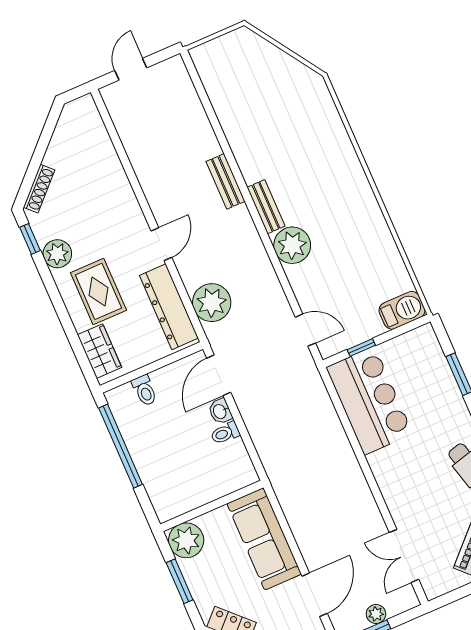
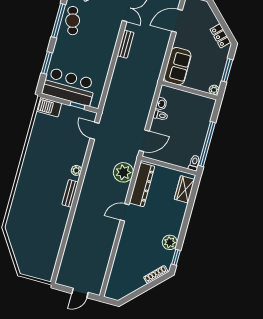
bench: (225, 181) -> (126, 44), moved
plant: (292, 245) -> (76, 170), width x0.53, depth x0.53
rug: (98, 291) -> (165, 214), removed
toilet: (145, 390) -> (194, 163), moved
bar counter: (369, 401) -> (69, 87), moved, turned 90
washbasin: (220, 411) -> (161, 104), moved
sofa: (264, 539) -> (177, 66), width x0.73
plant: (186, 540) -> (214, 90), width x0.53, depth x0.53

